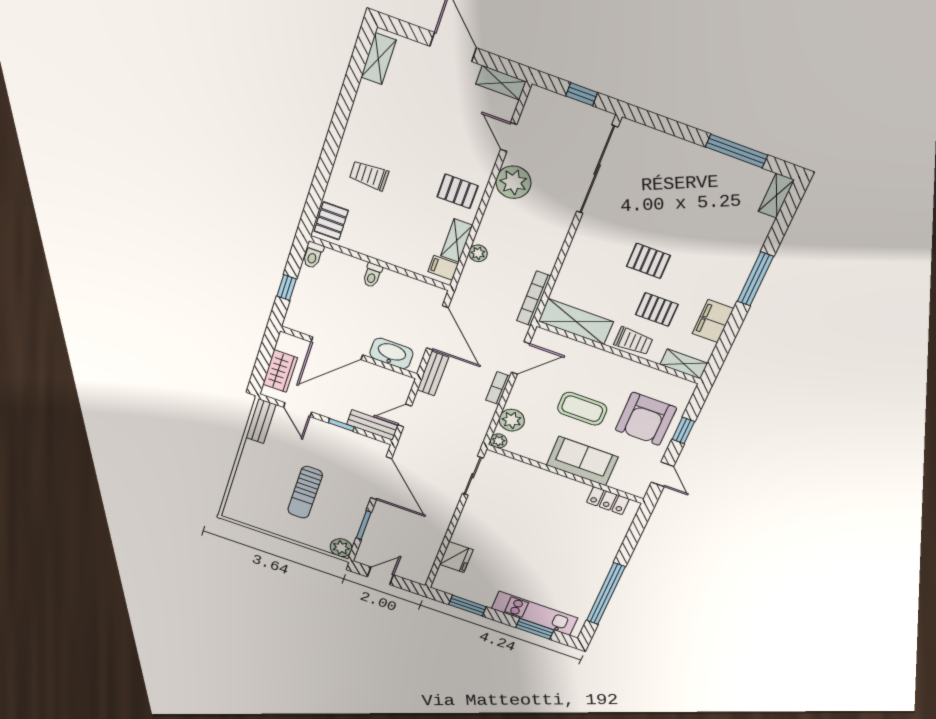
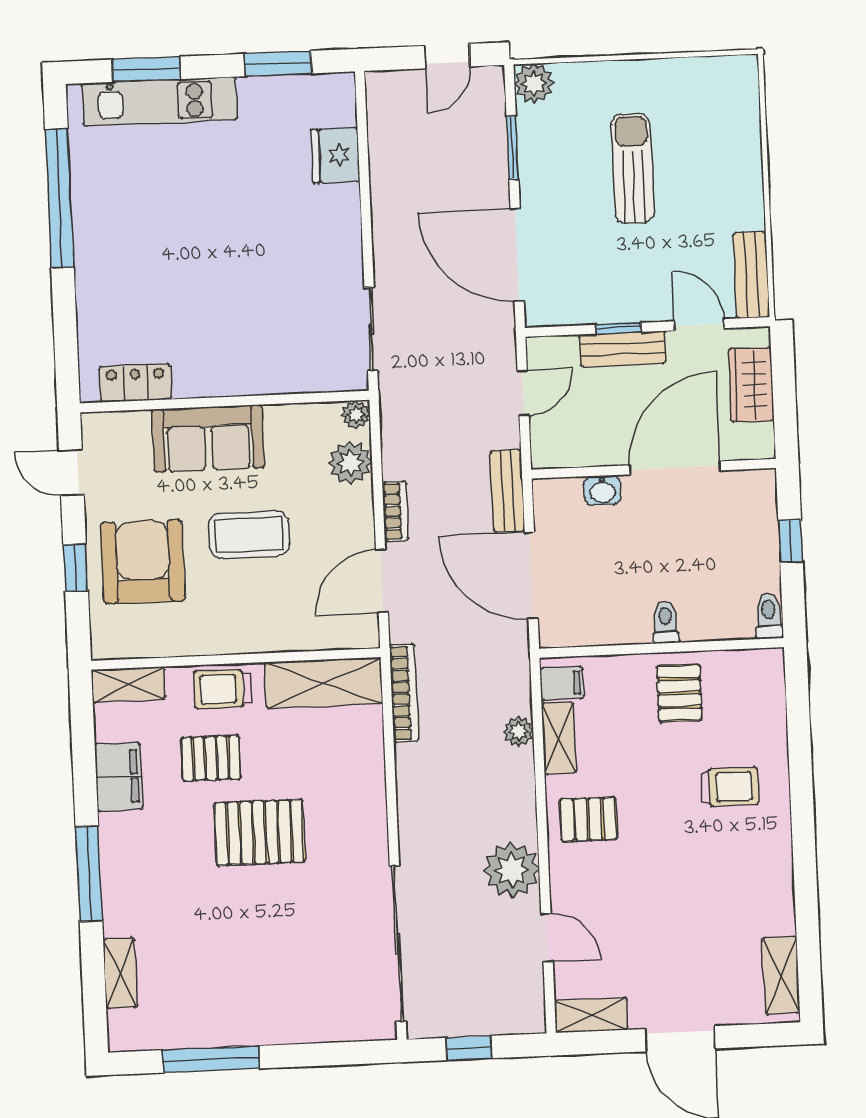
shelving: (776, 196) -> (120, 973), moved
pallet: (331, 221) -> (679, 693), moved
pallet: (648, 261) -> (259, 832), width x1.50, depth x1.42
washbasin: (391, 353) -> (602, 490), width x0.52, depth x0.69
bench: (372, 425) -> (622, 349), moved

